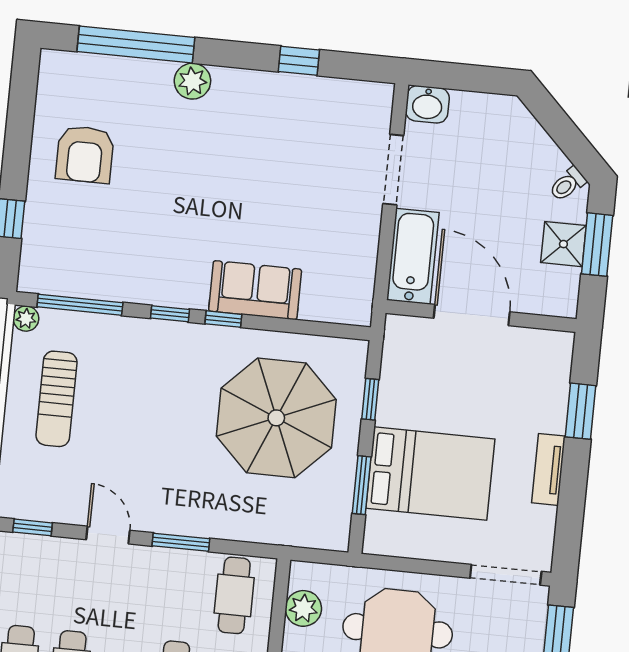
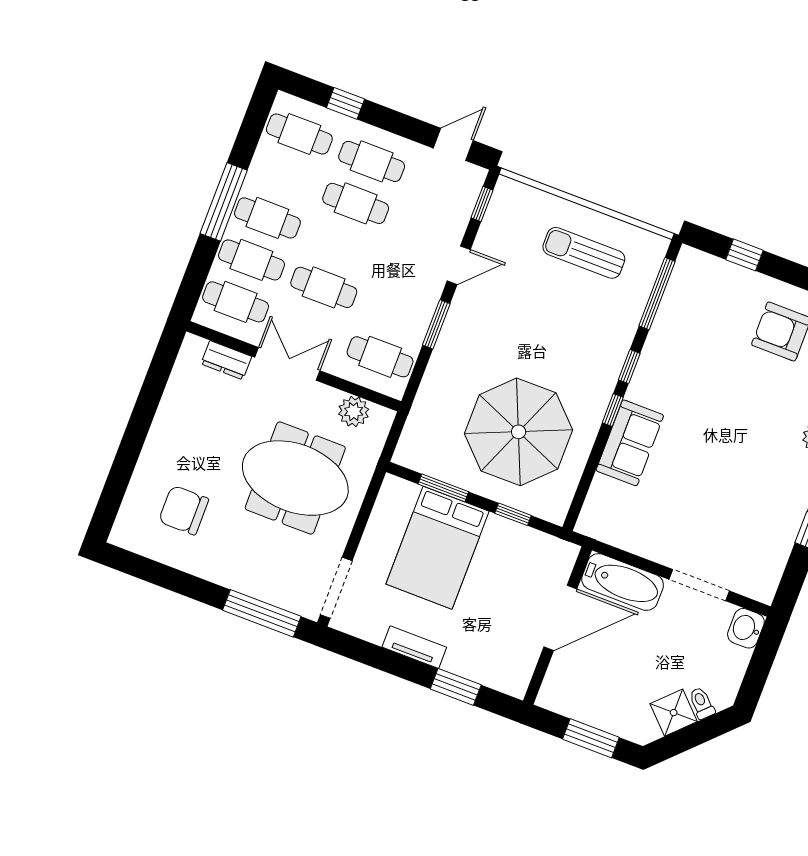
toilet: (568, 184) -> (702, 703), moved
shower: (563, 244) -> (674, 713), moved, turned 45
plant: (26, 319) -> (658, 245), removed

